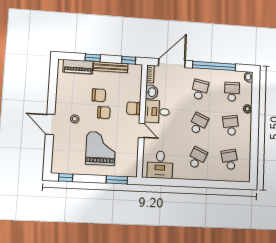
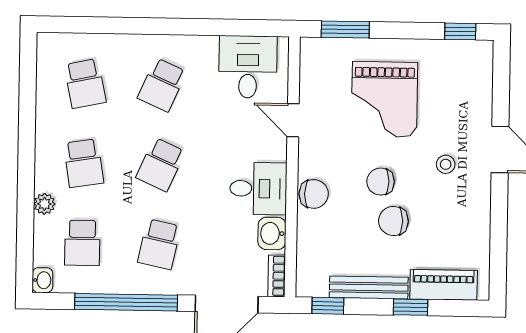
door: (142, 131) -> (293, 120), moved

